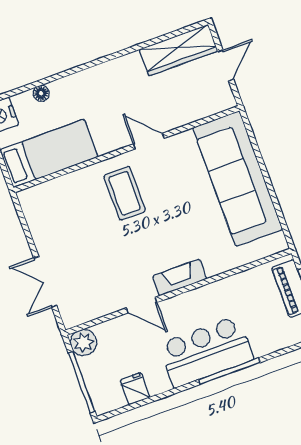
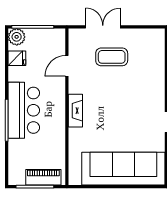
coffee table: (125, 193) -> (112, 57), moved
door: (142, 305) -> (67, 66), moved
plant: (84, 343) -> (17, 37), moved

